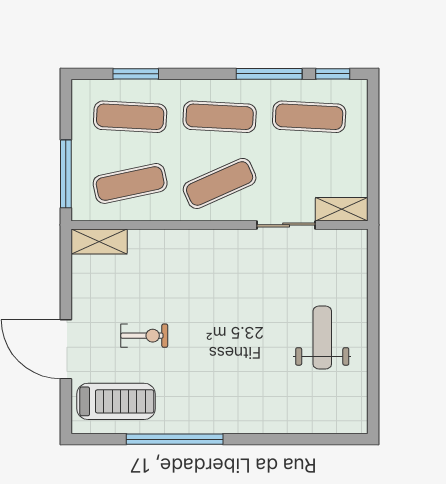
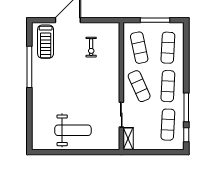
window: (136, 74) -> (186, 50), removed
window: (66, 174) -> (155, 20), moved
shelving: (99, 242) -> (114, 34), removed
exercise bike: (144, 336) -> (91, 47), moved
weight bench: (322, 338) -> (73, 130), width x1.36, depth x1.33

